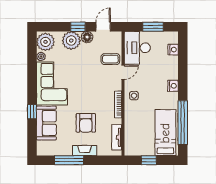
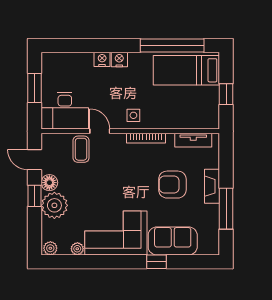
plant: (46, 42) -> (50, 248), width x0.53, depth x0.53
nightstand: (173, 50) -> (102, 59), moved
armchair: (86, 123) -> (172, 185), turned 180

